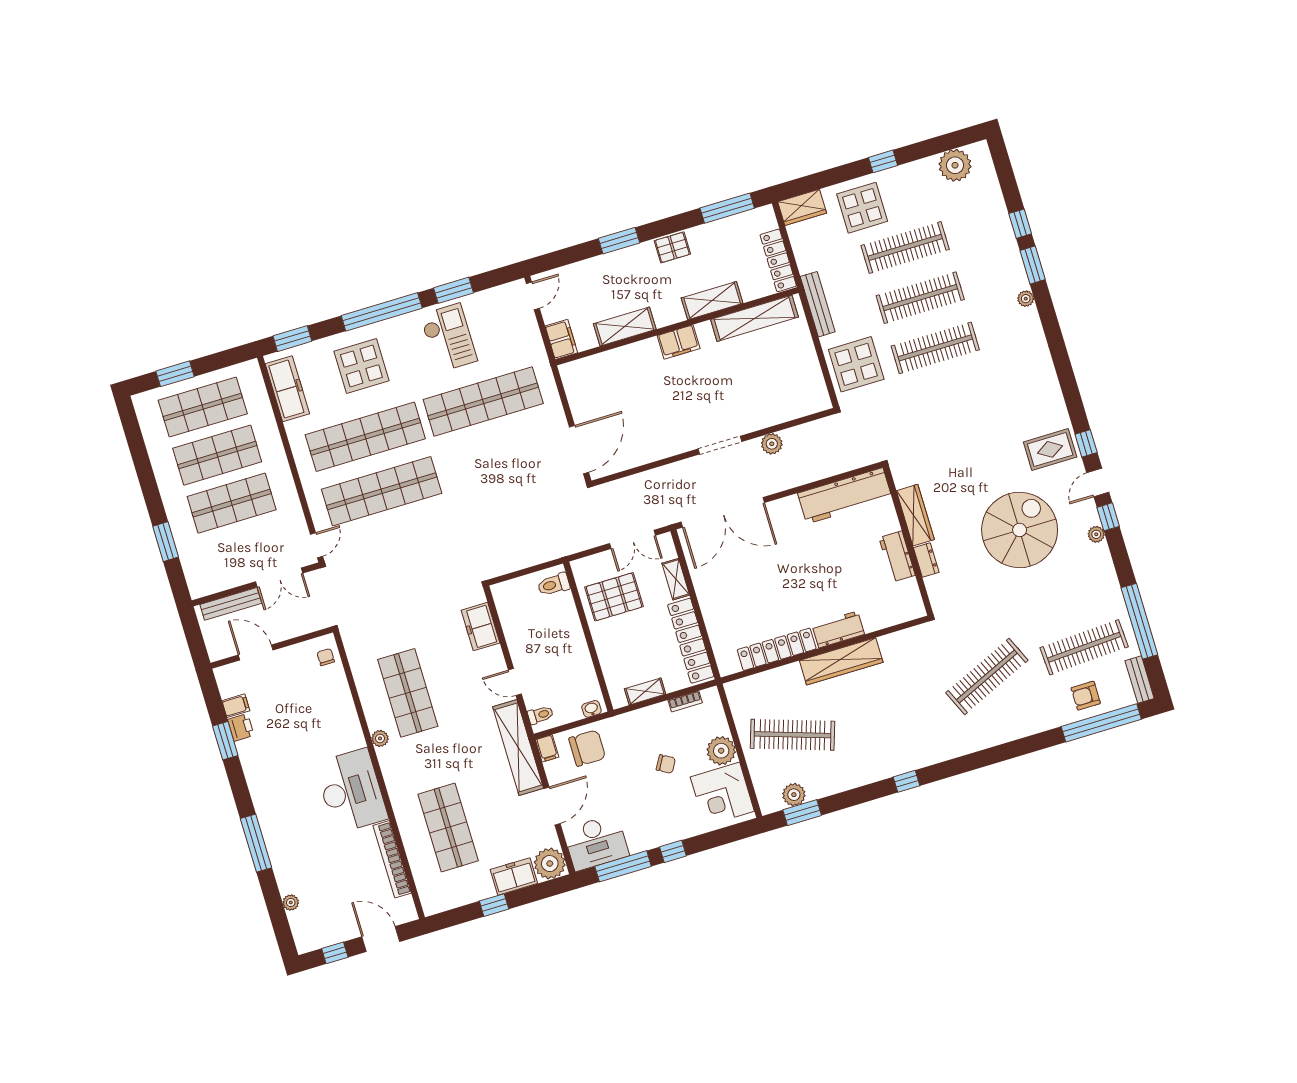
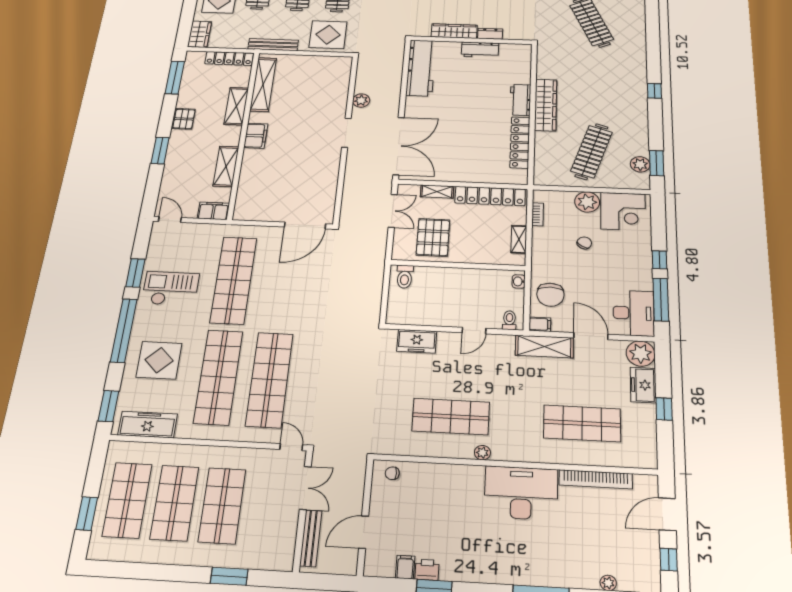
door: (579, 450) -> (305, 225), swing flipped
shelving: (518, 747) -> (544, 346), width x0.68
chair: (587, 748) -> (550, 295), turned 180

